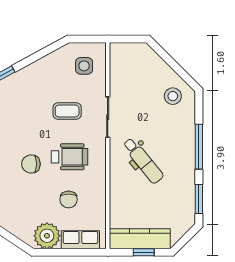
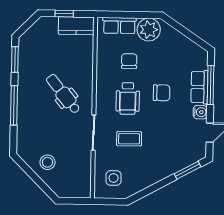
stool: (173, 96) -> (47, 162), moved
wheelchair: (69, 157) -> (128, 98), turned -90
kitchen counter: (140, 239) -> (76, 26), width x0.67

